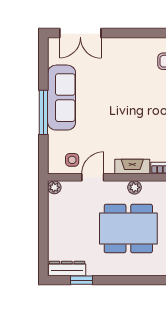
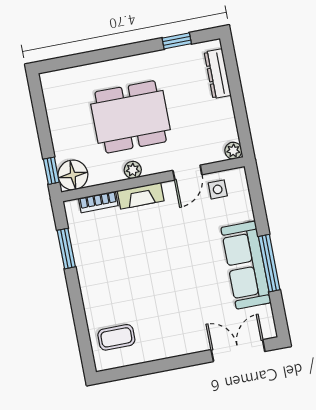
window: (43, 112) -> (269, 263), moved
dresser: (67, 268) -> (218, 74), moved, turned 90

